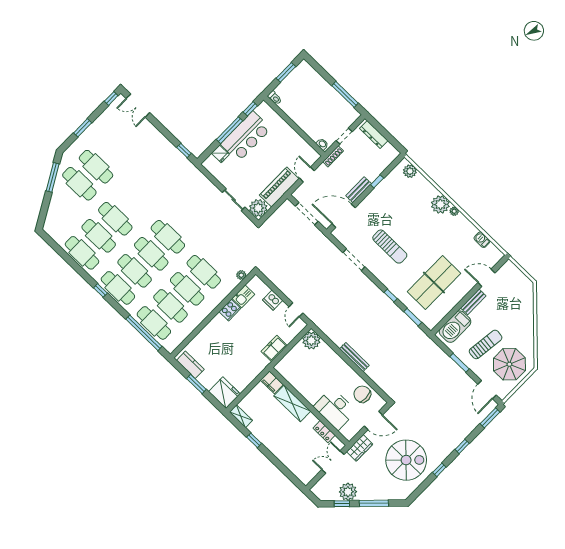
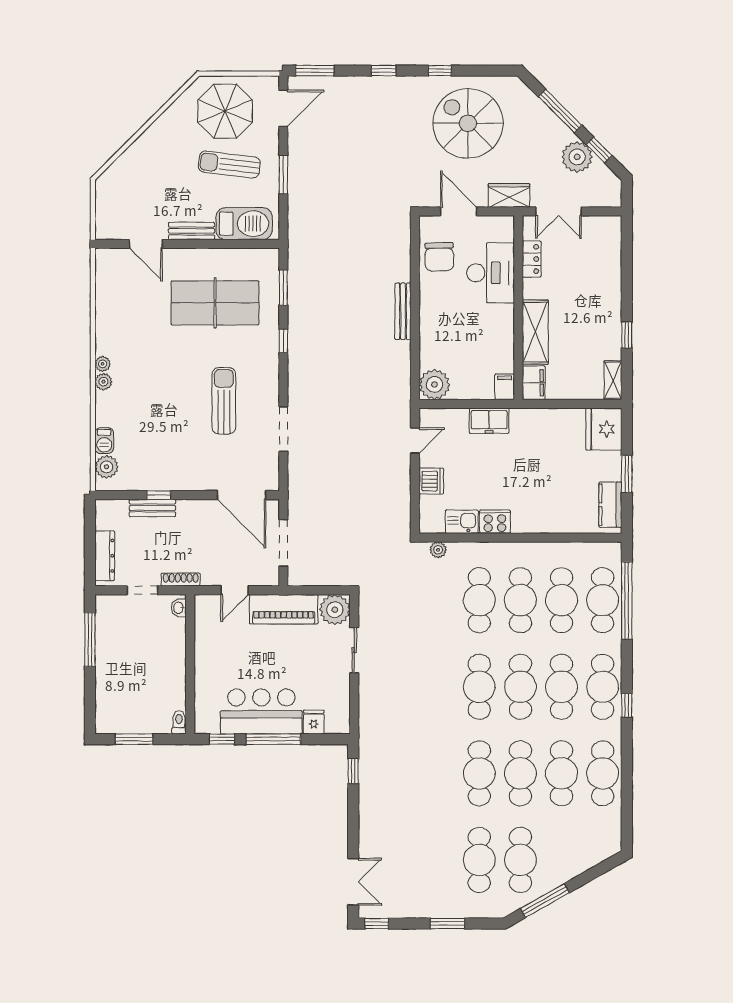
bench: (359, 190) -> (152, 508), moved
cafe table: (132, 202) -> (479, 773), added
plant: (440, 204) -> (103, 382), width x0.53, depth x0.53
barbecue: (482, 240) -> (104, 441), moved
filing cabinet: (282, 369) -> (505, 387), added

